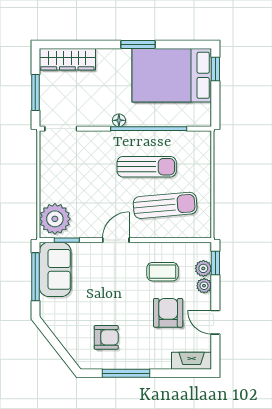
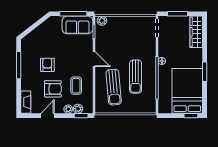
plant: (55, 219) -> (102, 21), width x0.53, depth x0.53
armchair: (106, 337) -> (47, 65), moved, turned 180

